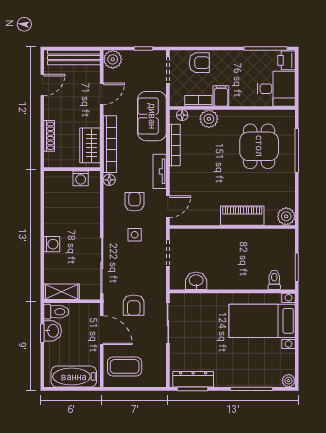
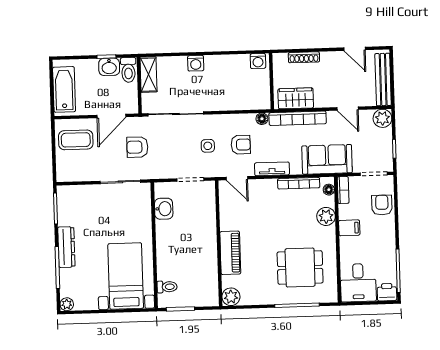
armchair: (199, 63) -> (382, 205), turned 180
bookcase: (198, 101) -> (343, 190), moved
washing machine: (81, 178) -> (258, 61), moved, turned -90
coffee table: (125, 366) -> (76, 140), turned 90
dresser: (193, 379) -> (66, 247), moved

